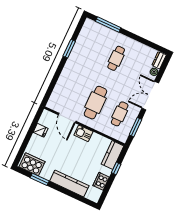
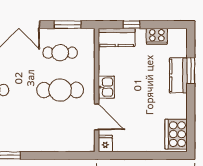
door: (67, 118) -> (97, 117), hinge flipped
fridge: (41, 130) -> (105, 143), moved
window: (40, 179) -> (191, 71), moved
kitchen counter: (69, 183) -> (178, 75), width x0.67

